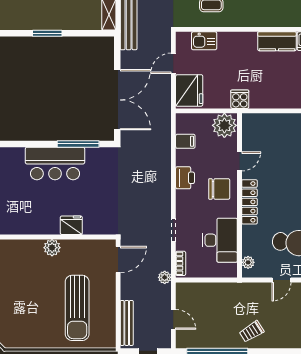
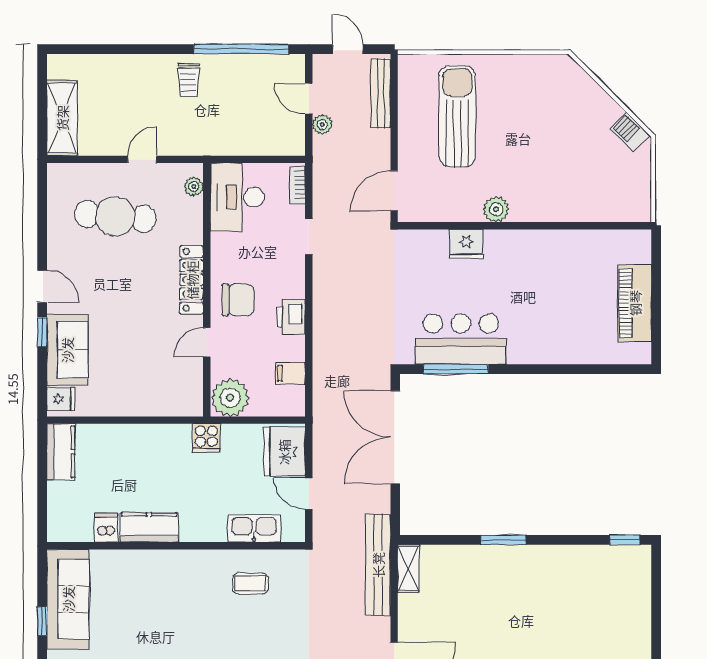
kitchen sink: (204, 41) -> (254, 528), width x1.38
door: (173, 63) -> (309, 494), swing flipped
bar counter: (55, 163) -> (461, 339), moved
chair: (219, 189) -> (238, 300), turned 180
desk: (220, 240) -> (237, 197), moved
plant: (165, 277) -> (322, 125), moved
trolley: (252, 332) -> (188, 80), turned 122

